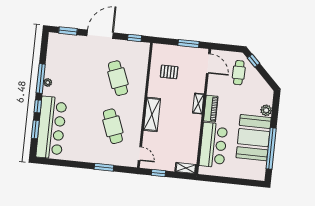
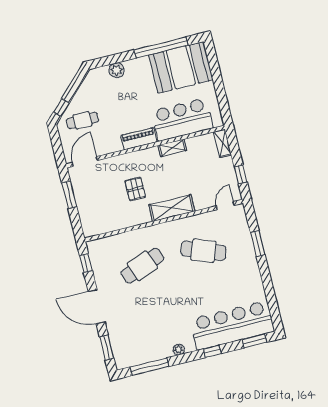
pallet: (169, 72) -> (135, 189), moved
window: (41, 78) -> (149, 367), moved
shelving: (198, 104) -> (172, 148), moved
cafe table: (113, 126) -> (204, 251), turned 42
window: (35, 129) -> (254, 341), moved
booth: (254, 138) -> (181, 67), moved

